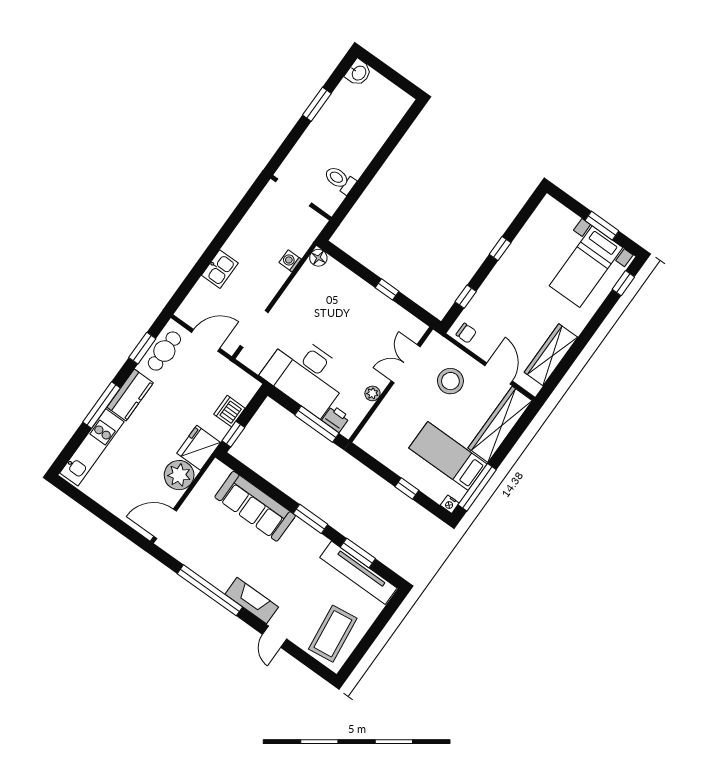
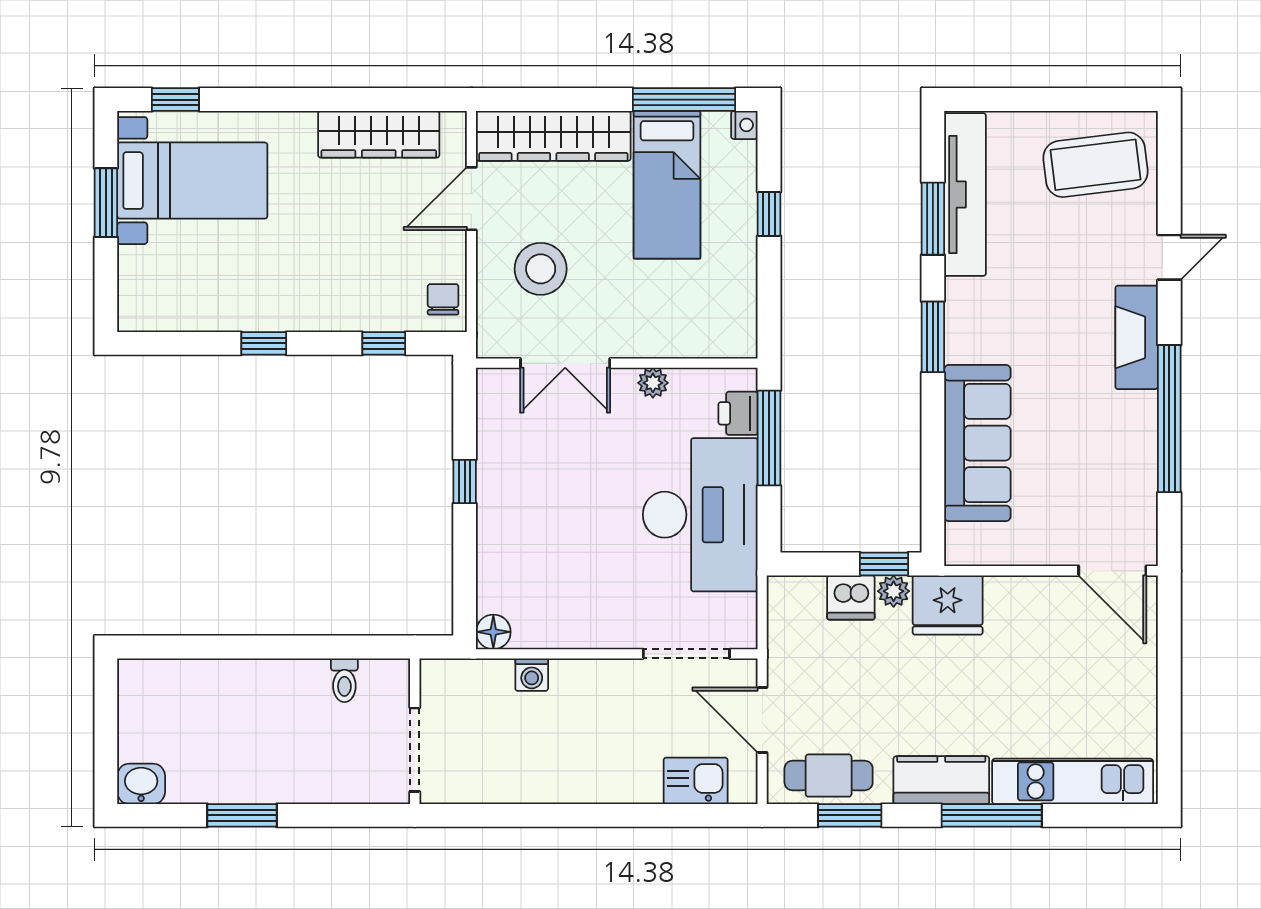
toilet: (340, 180) -> (344, 680), width x0.73, depth x0.72
kitchen sink: (220, 269) -> (696, 781), moved
plant: (179, 475) -> (894, 591), moved, width x0.53, depth x0.53

